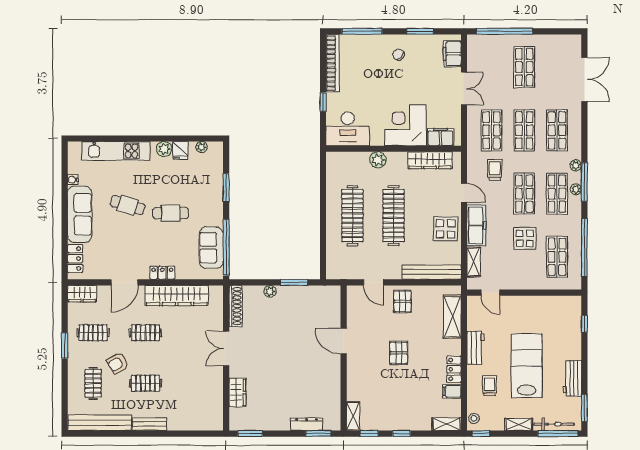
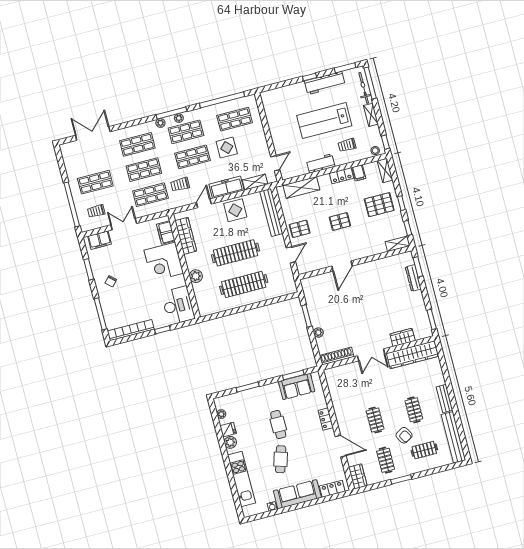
trolley: (489, 59) -> (96, 211), added
window: (226, 247) -> (293, 375), width x0.47
wardrobe: (177, 295) -> (413, 355), moved, turned 90
window: (584, 324) -> (310, 77), moved
workbench: (572, 378) -> (325, 83), width x1.37
pallet: (407, 406) -> (379, 205), added

